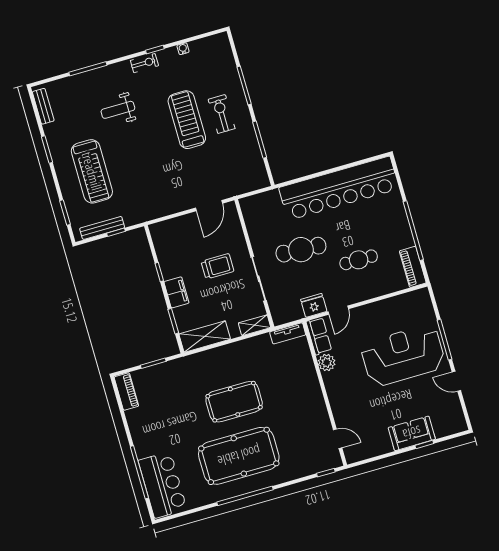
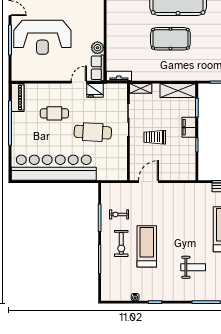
exercise bike: (144, 63) -> (119, 214), moved
treadmill: (187, 120) -> (147, 246), turned 180

